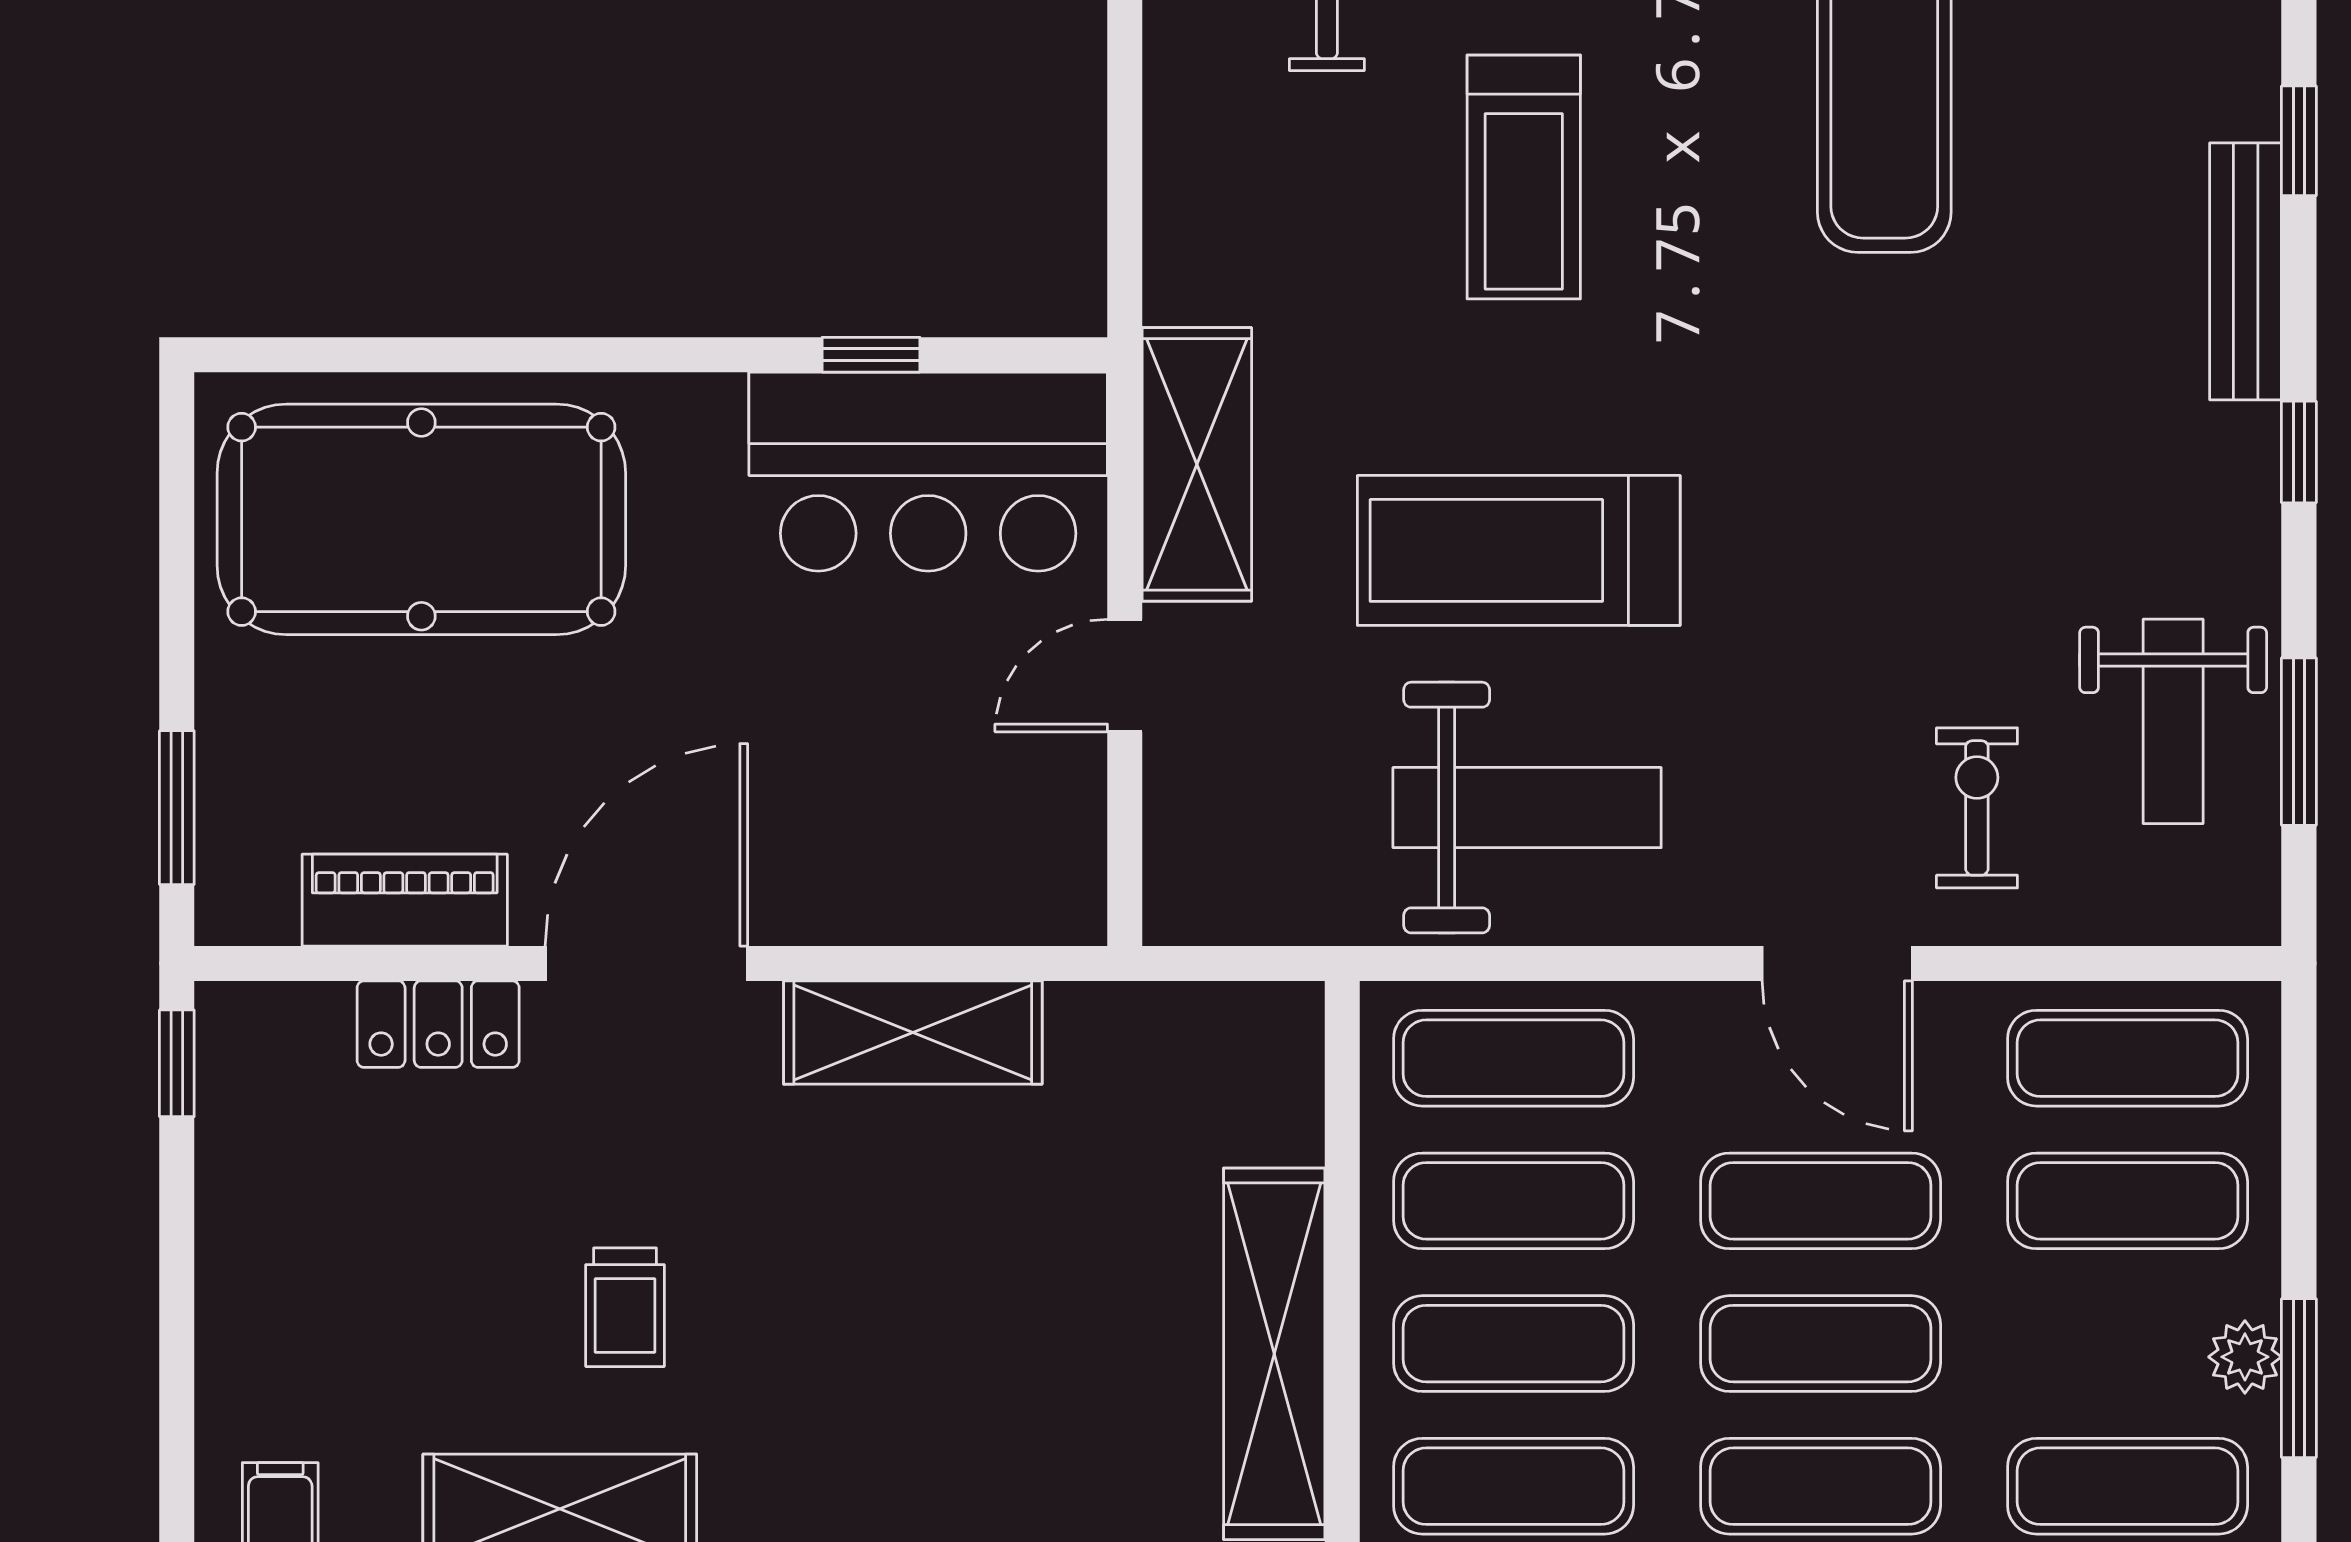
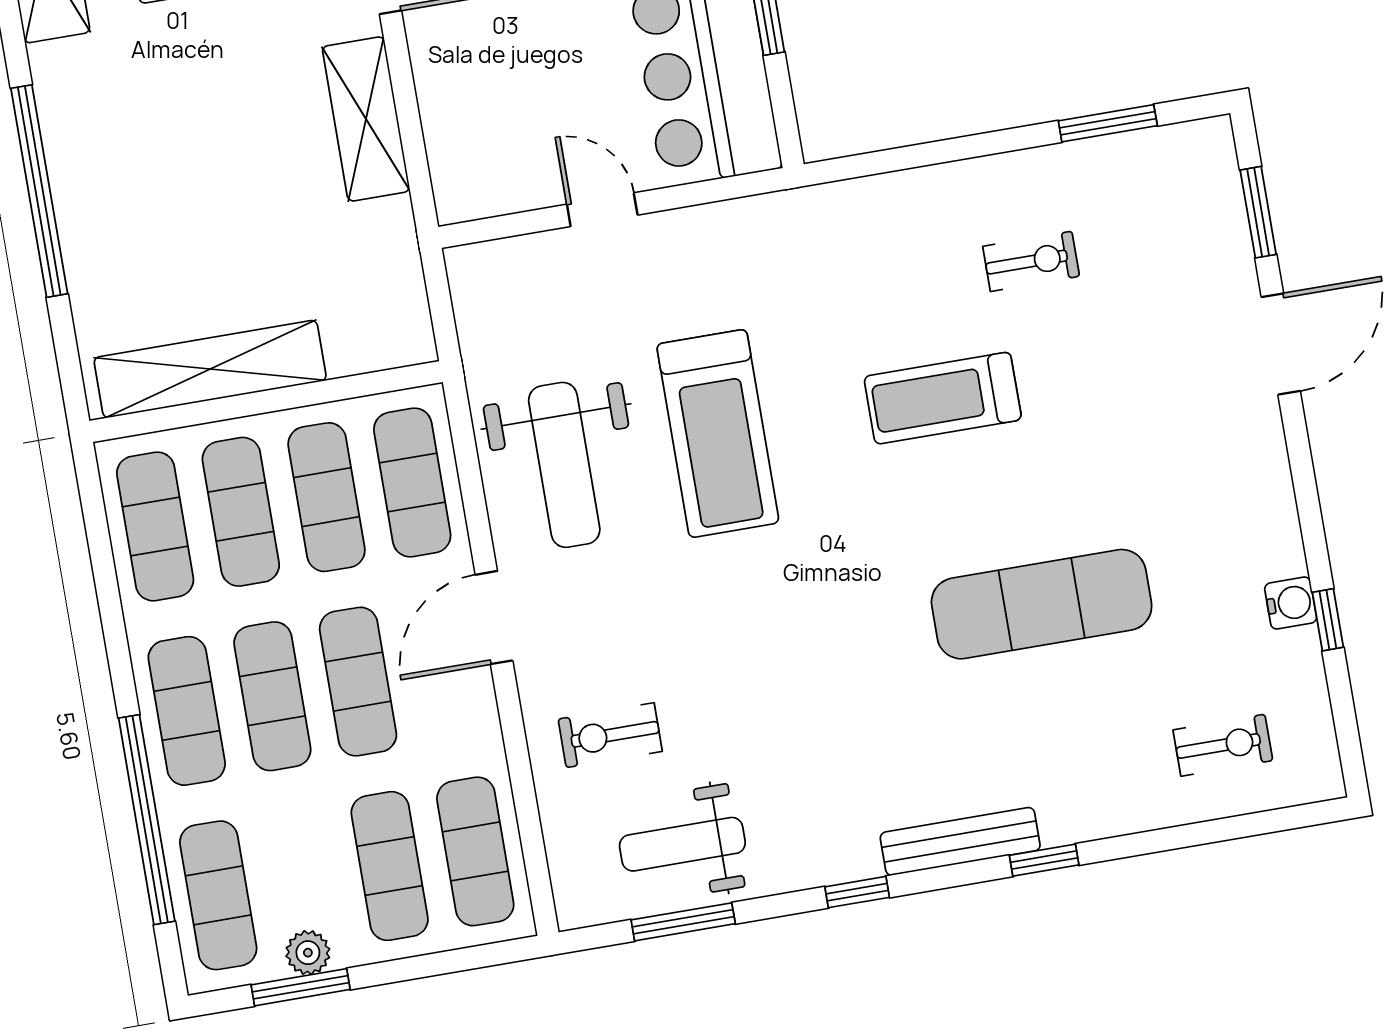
shelving: (1197, 464) -> (736, 231), removed
treadmill: (1519, 550) -> (718, 433), turned 180
exercise bike: (1977, 808) -> (610, 735), turned 180
door: (1837, 963) -> (494, 618), moved

